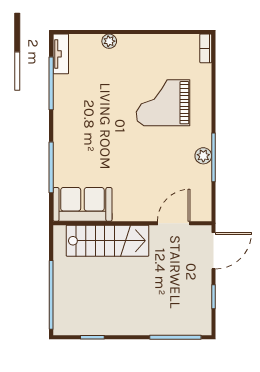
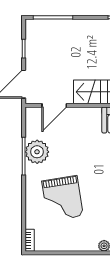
grand piano: (163, 103) -> (63, 198), turned 81
plant: (203, 156) -> (37, 152), width x1.88, depth x1.88

